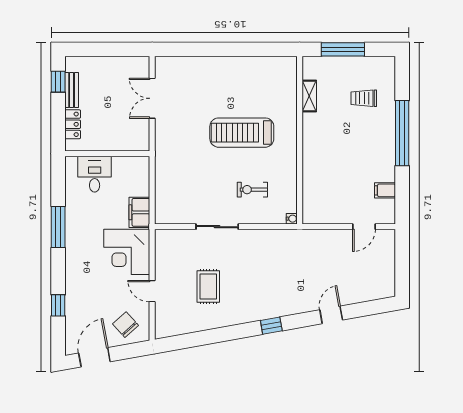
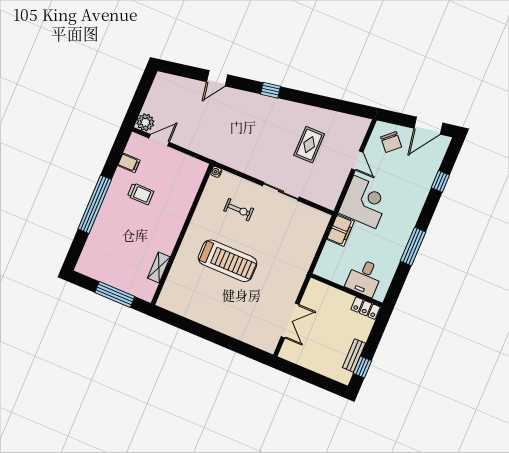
trolley: (364, 98) -> (141, 194), moved
locker: (73, 124) -> (365, 308), moved, turned -90
plant: (386, 239) -> (145, 122), added

